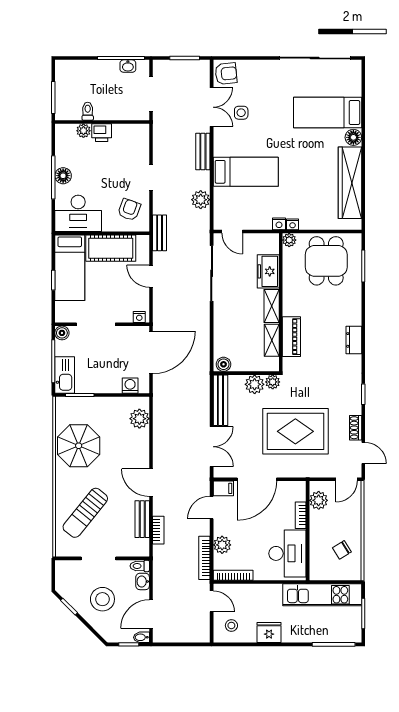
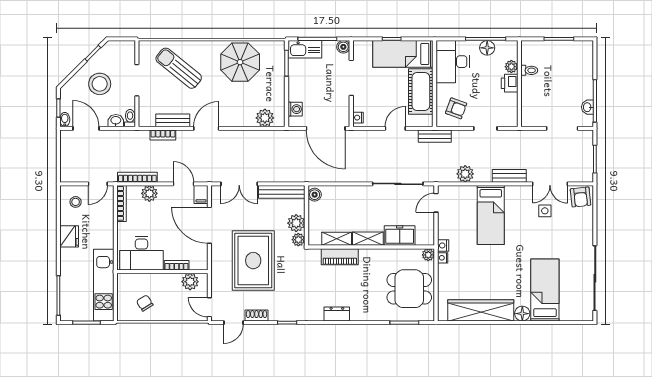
toilet: (88, 111) -> (529, 70), moved
wall: (102, 122) -> (519, 84), moved
plant: (83, 131) -> (511, 67), moved
printer: (102, 133) -> (510, 83), moved

